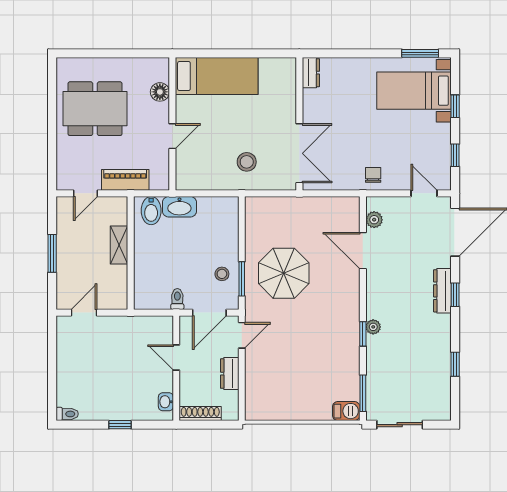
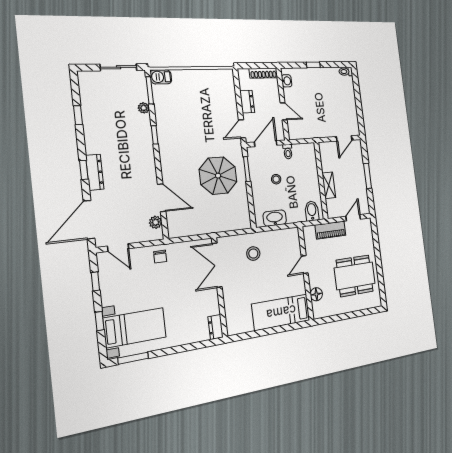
washbasin: (179, 207) -> (275, 218), moved
stool: (222, 274) -> (276, 179), moved
plant: (373, 327) -> (144, 108), moved

